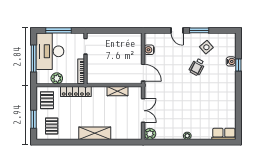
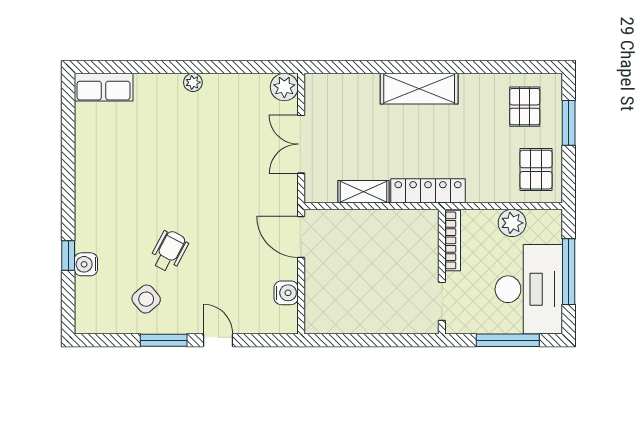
locker: (76, 91) -> (428, 191), moved

